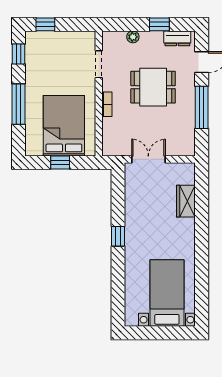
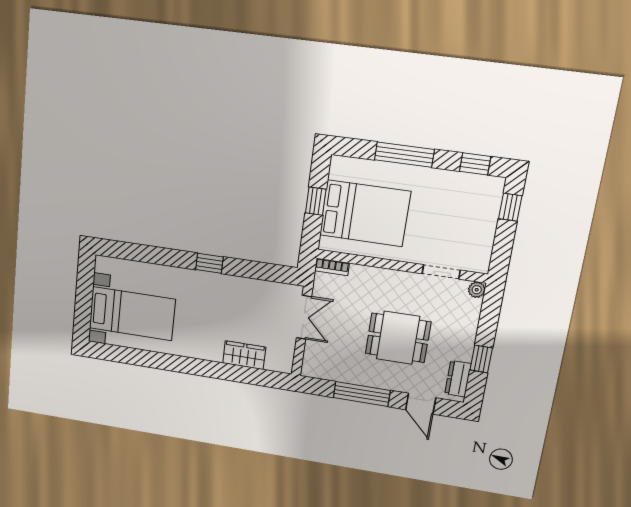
plant: (133, 37) -> (477, 290), moved
dining table: (153, 87) -> (398, 338), turned 90
bookcase: (107, 104) -> (332, 267), moved

